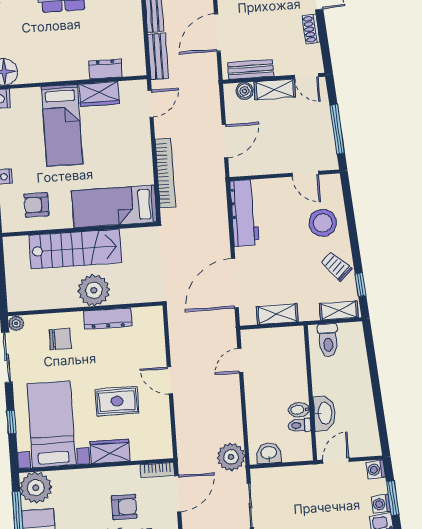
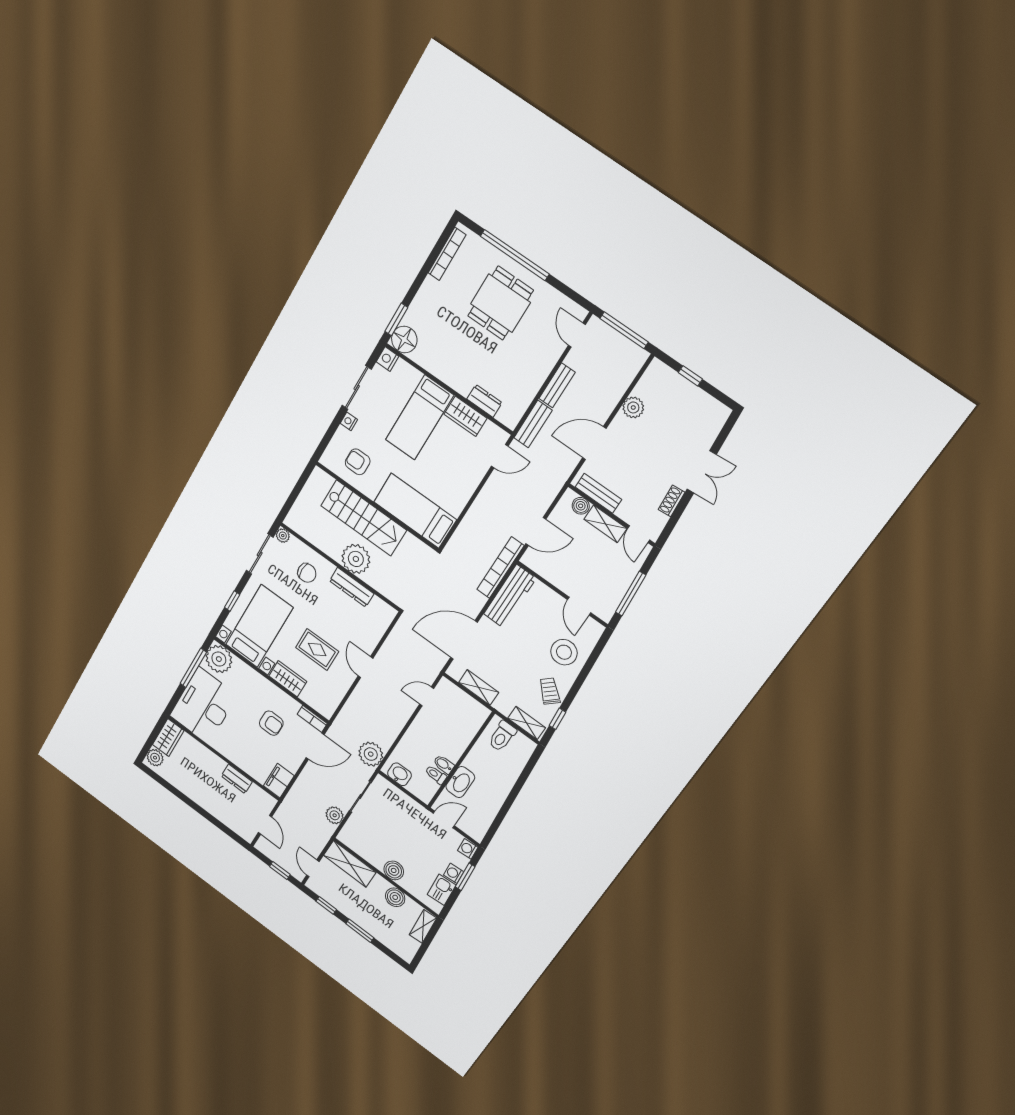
bookcase: (165, 173) -> (500, 568), moved, turned 180

